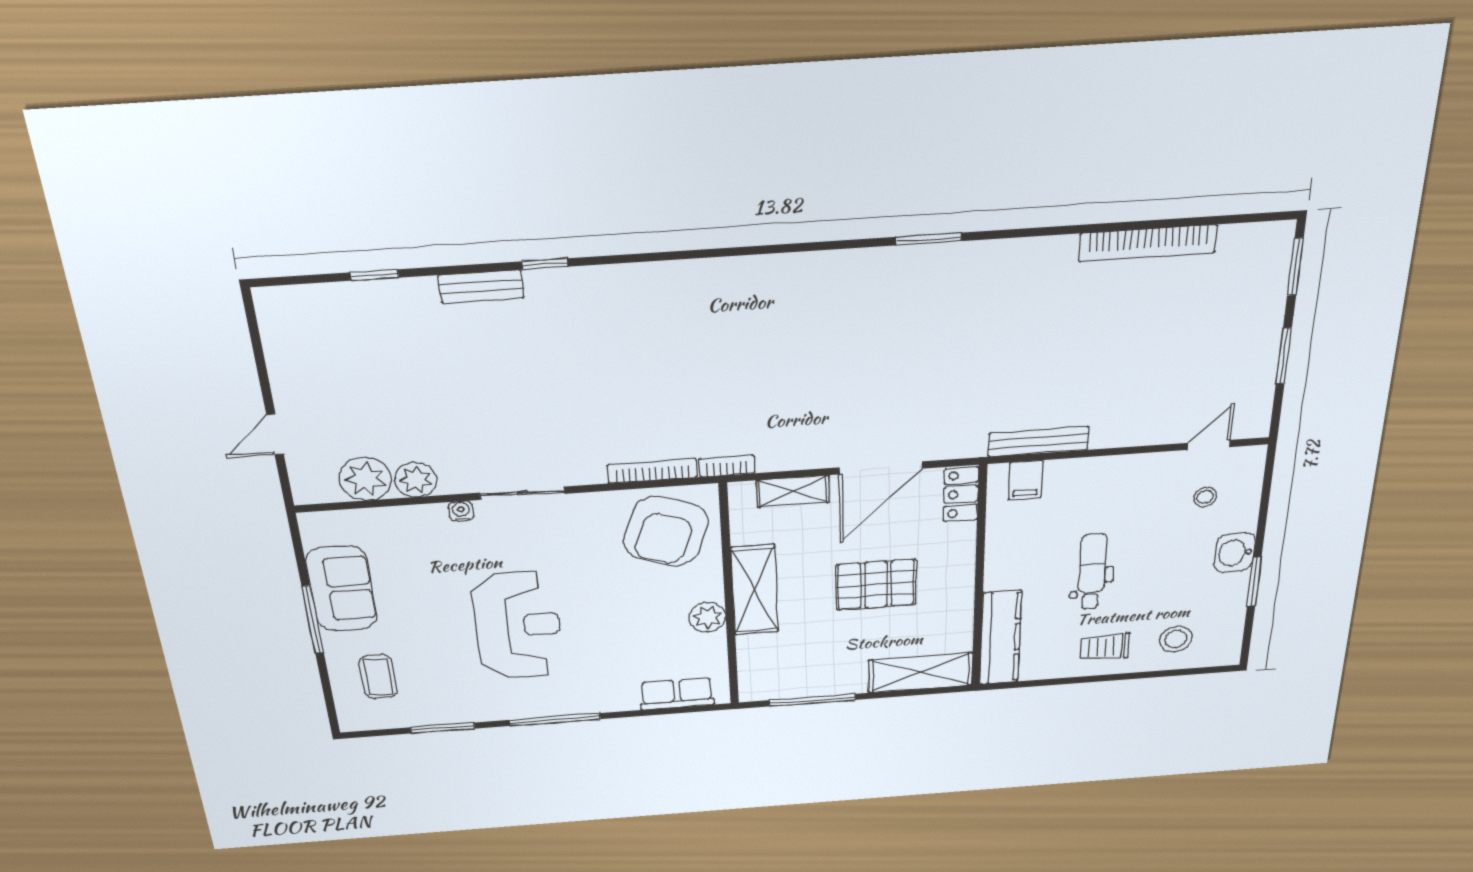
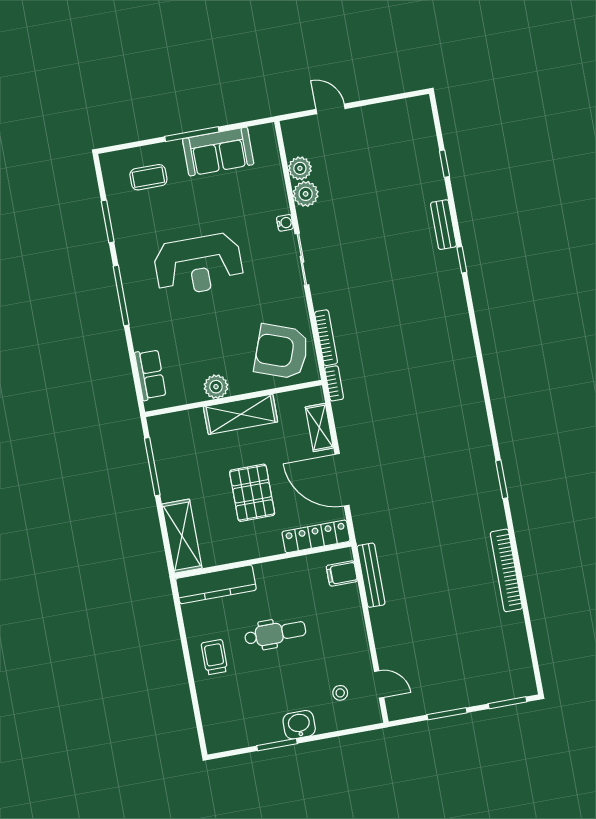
bookcase: (1148, 243) -> (506, 570), moved
plant: (365, 479) -> (300, 168), width x0.73, depth x0.73
locker: (961, 494) -> (316, 536), width x1.53
stool: (1176, 639) -> (225, 704), removed

